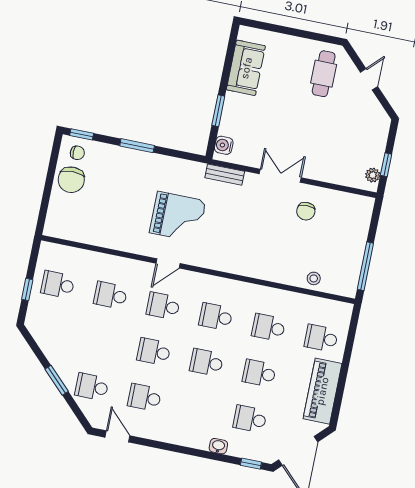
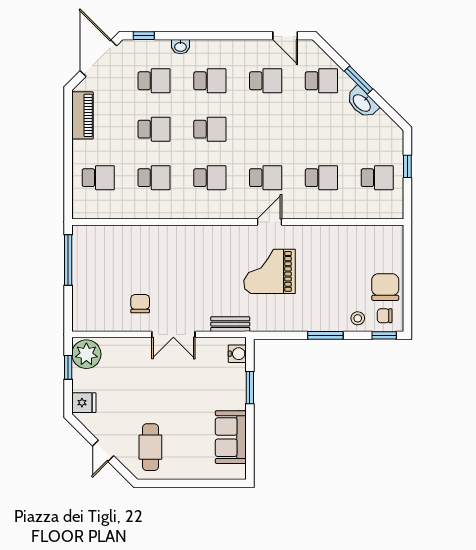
fridge: (378, 129) -> (84, 403), added
plant: (373, 175) -> (86, 354), width x1.87, depth x1.87
stool: (314, 278) -> (358, 318), moved
school desk: (154, 352) -> (210, 81), moved
washbasin: (58, 358) -> (362, 103), added
piano: (322, 391) -> (82, 115), width x0.73, depth x0.75

